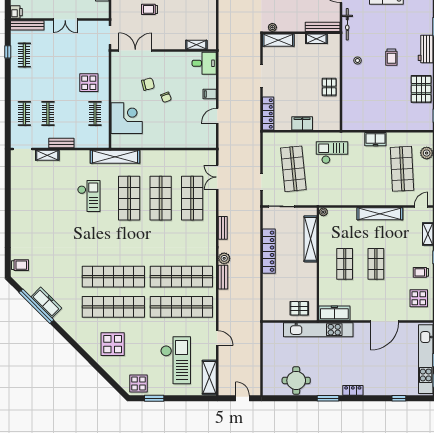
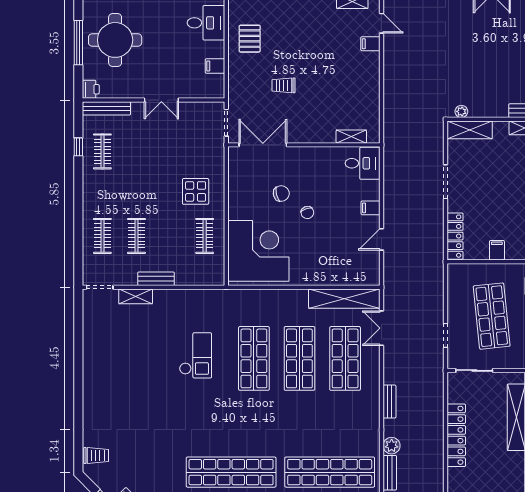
corner desk: (127, 118) -> (258, 251), width x1.36, depth x1.36
filing cabinet: (302, 123) -> (497, 250), width x0.50
shelving: (115, 157) -> (344, 299), moved

